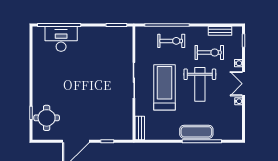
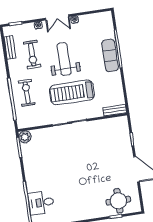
plant: (126, 32) -> (25, 137), added
desk: (61, 39) -> (41, 203), width x0.73
exercise bike: (209, 53) -> (32, 55), turned 180
weight bench: (200, 84) -> (64, 59), turned -90

